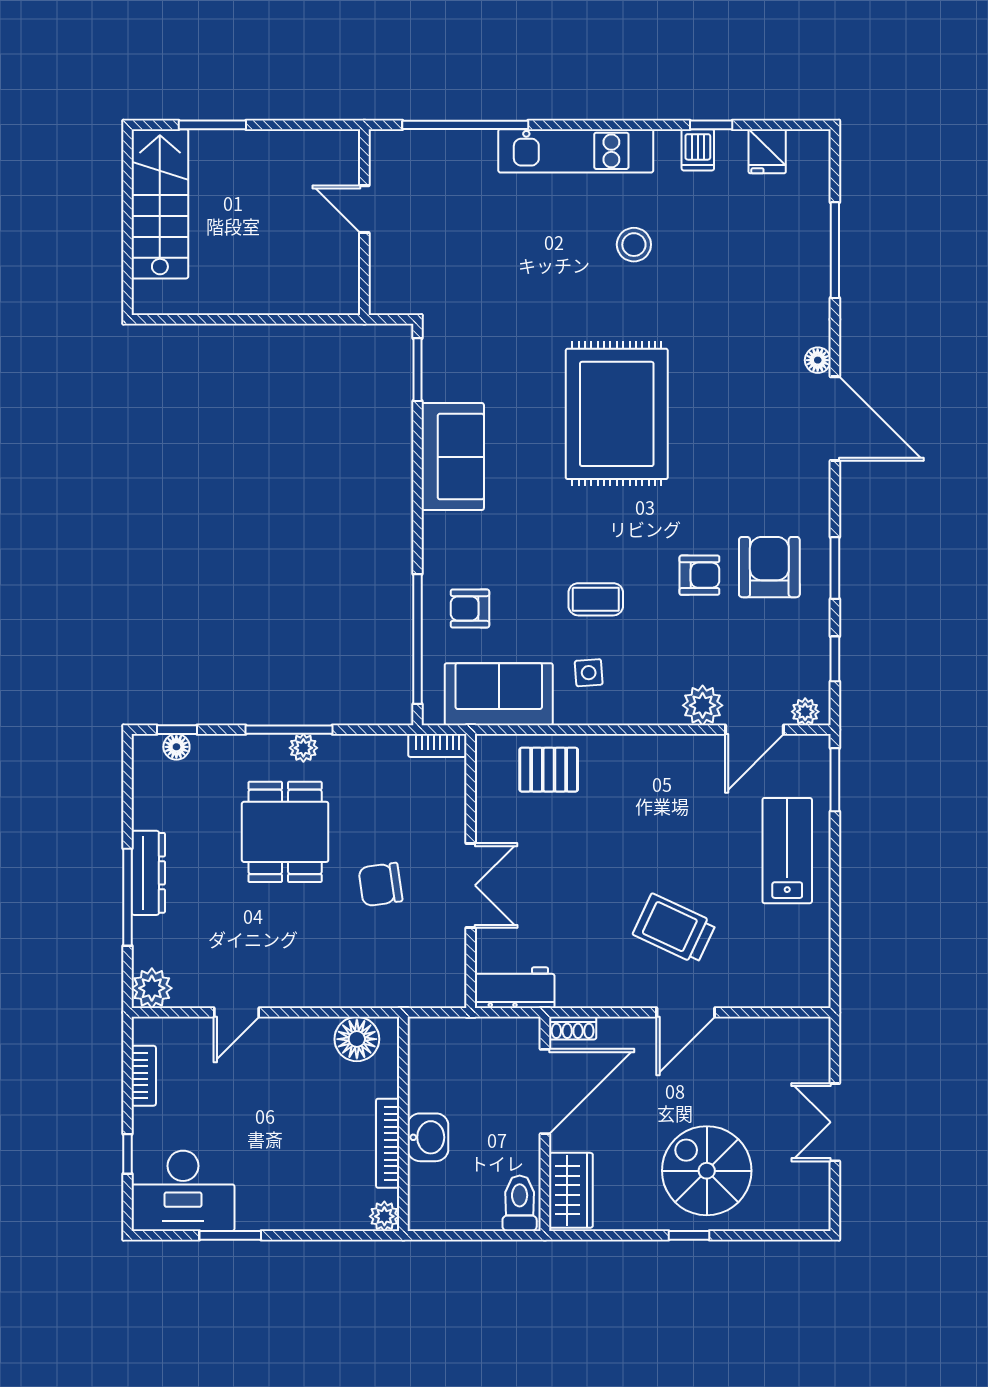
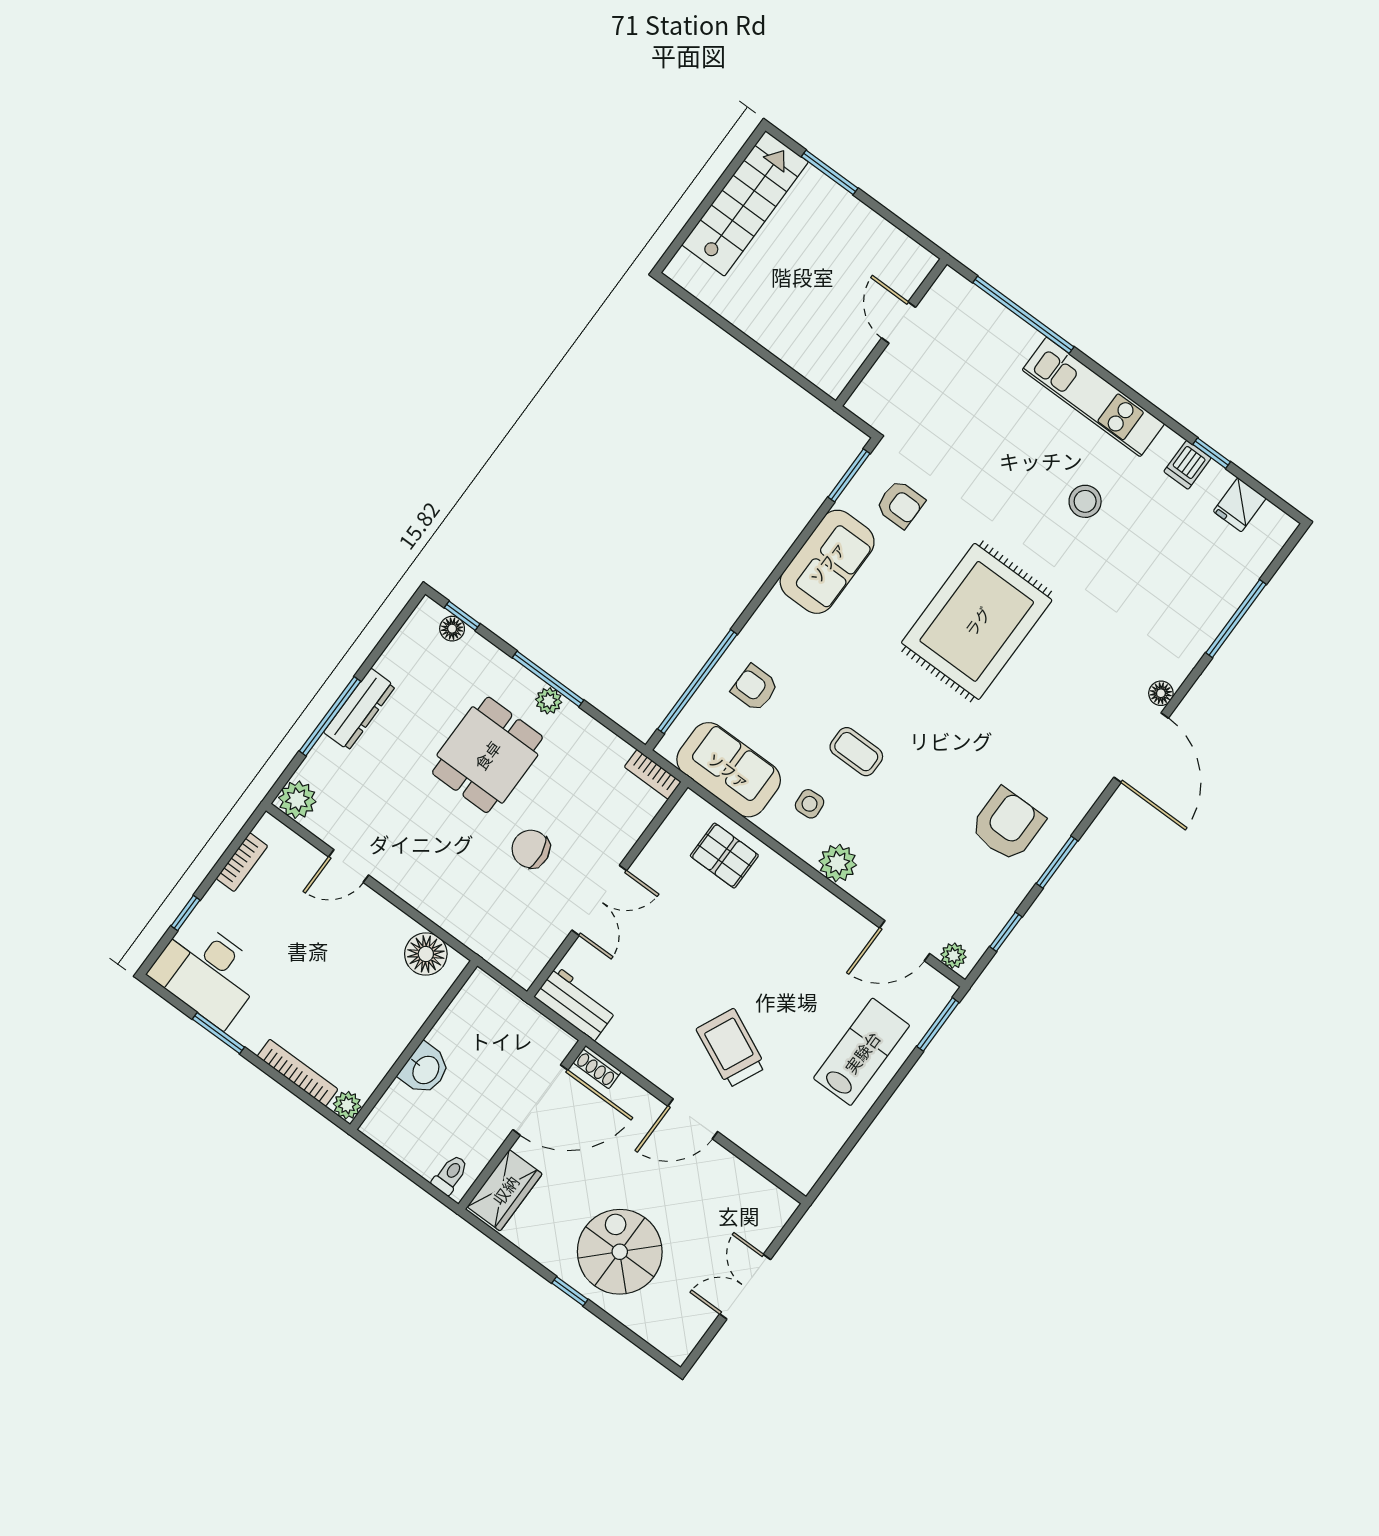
armchair: (699, 575) -> (900, 504), moved
plant: (703, 705) -> (838, 863), moved
bookcase: (388, 1143) -> (298, 1073), moved, turned 90
toilet: (520, 1203) -> (450, 1175), width x0.73, depth x0.72

